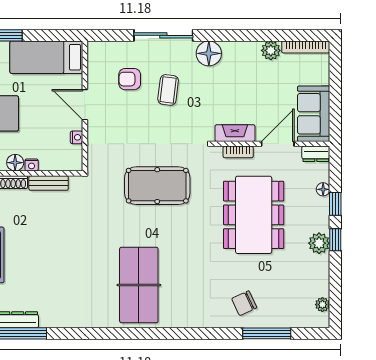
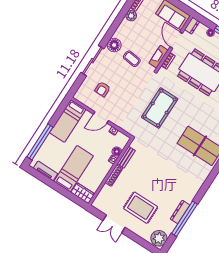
coffee table: (168, 90) -> (132, 59), moved
floor lamp: (15, 163) -> (117, 151), moved

